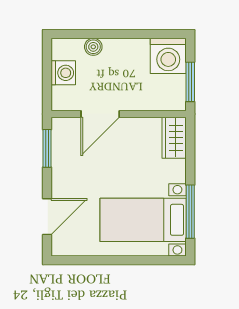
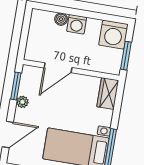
washing machine: (63, 73) -> (77, 24), moved, turned 90
plant: (59, 168) -> (22, 102), added

